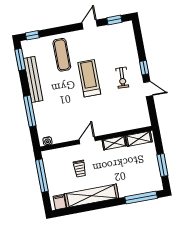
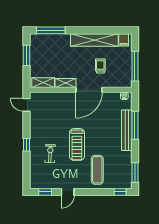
exercise bike: (122, 78) -> (50, 153), moved
bench: (33, 79) -> (127, 130), moved
door: (148, 89) -> (27, 105), moved
door: (87, 140) -> (89, 90), width x1.88

